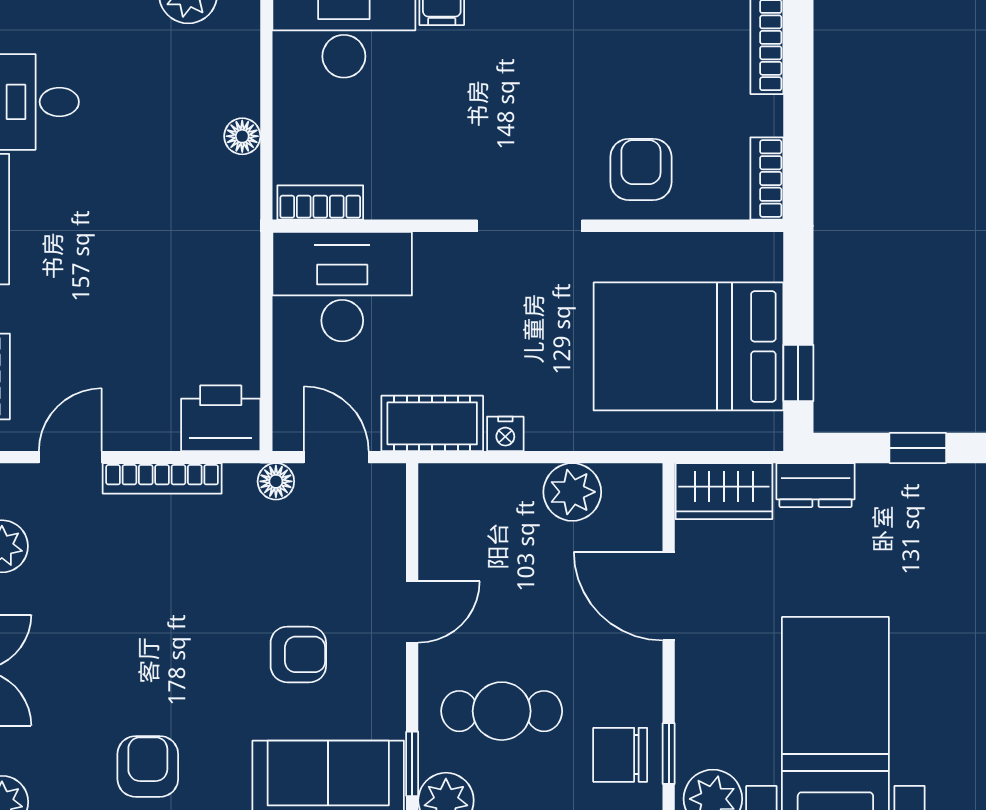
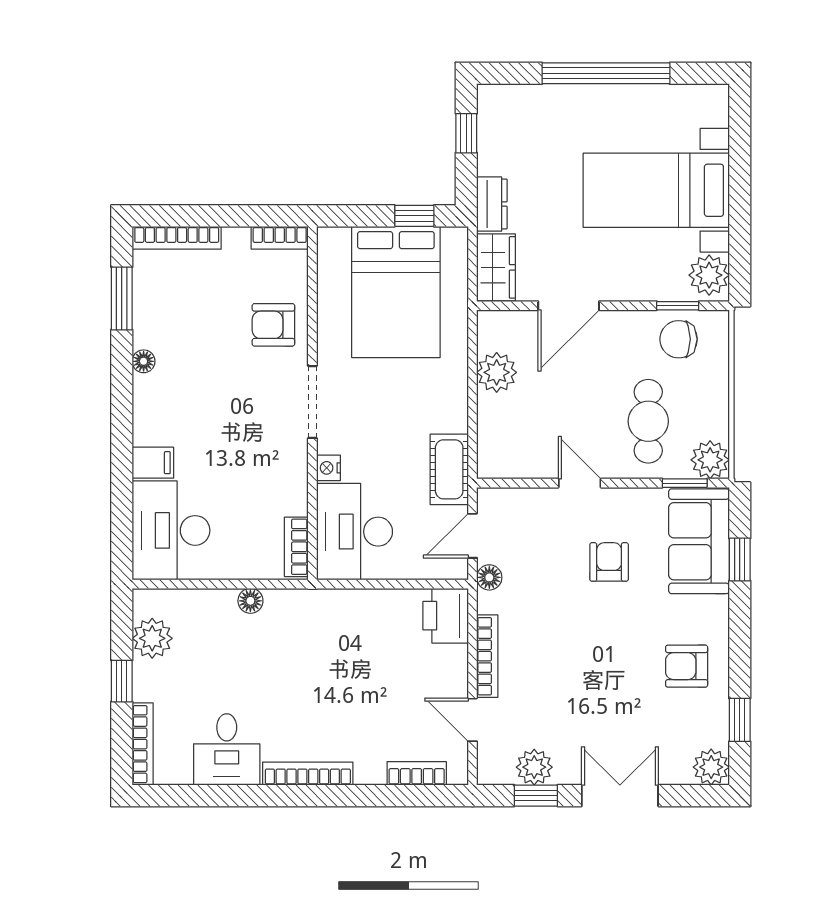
nightstand: (505, 434) -> (329, 468), moved, turned 180
chair: (620, 755) -> (679, 339), turned 90

